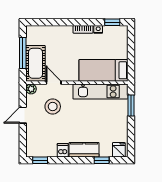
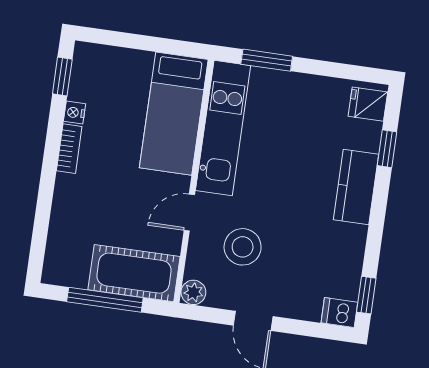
door: (54, 83) -> (189, 213), moved
dishwasher: (63, 150) -> (339, 313), moved

